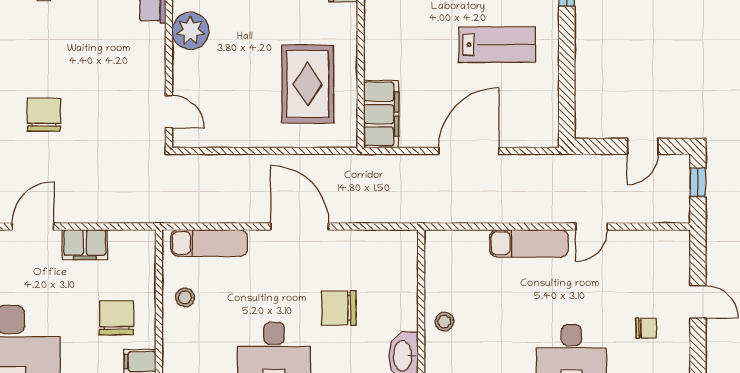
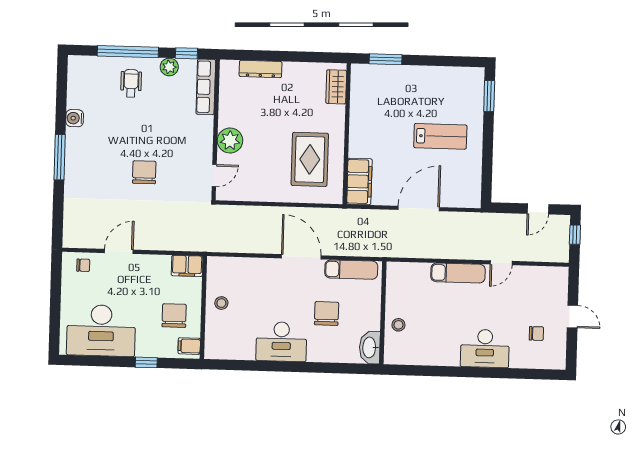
plant: (190, 31) -> (230, 140), moved
door: (169, 112) -> (214, 176), hinge flipped
chair: (44, 115) -> (144, 172), moved
exam couch: (209, 243) -> (351, 270), moved
filing cabinet: (85, 245) -> (187, 266), moved
chair: (339, 308) -> (327, 313), turned 90

